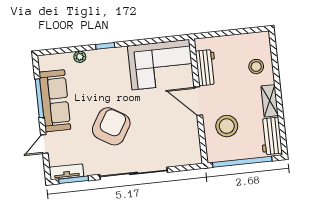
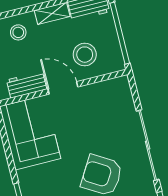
door: (198, 101) -> (63, 88), swing flipped

